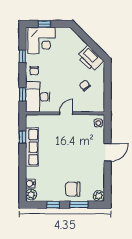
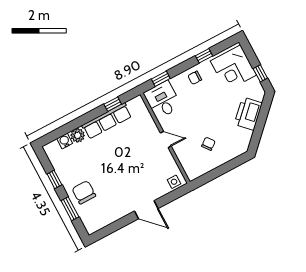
window: (44, 24) -> (260, 73), moved
printer: (90, 59) -> (248, 114), moved
desk: (38, 97) -> (163, 100), width x0.73
plant: (31, 195) -> (78, 135), moved
plant: (99, 196) -> (92, 226), removed

